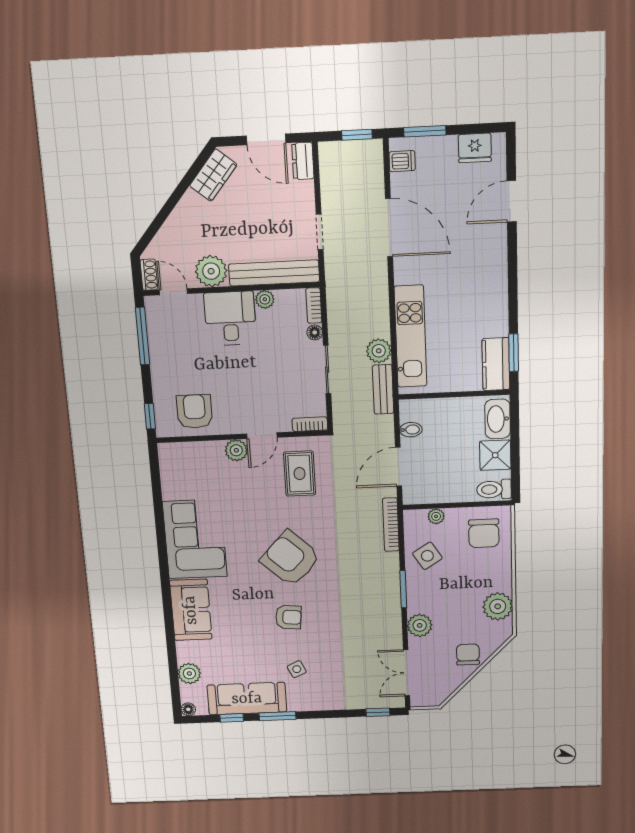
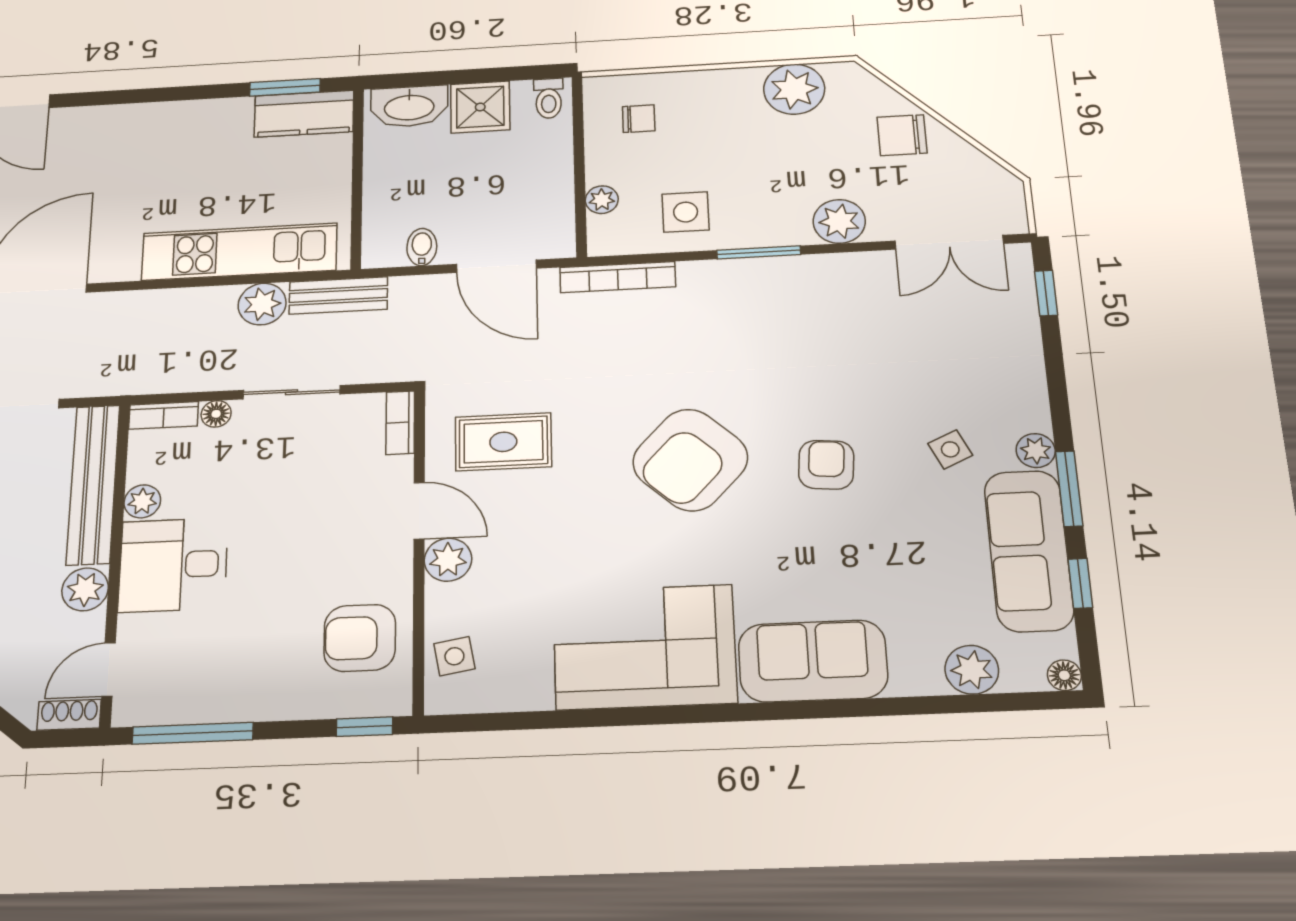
plant: (211, 271) -> (85, 589), width x0.73, depth x0.73
side table: (187, 455) -> (454, 656), added
toilet: (494, 489) -> (549, 98), width x0.73, depth x0.72
chair: (484, 533) -> (639, 119), width x0.54, depth x0.54
side table: (427, 556) -> (686, 212), turned 32
plant: (296, 704) -> (1036, 451), added

